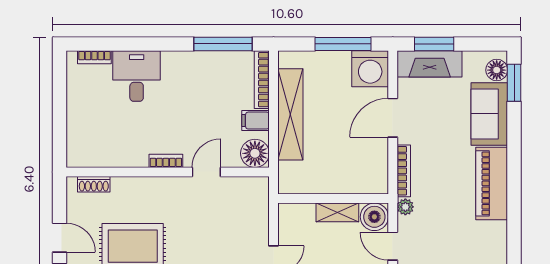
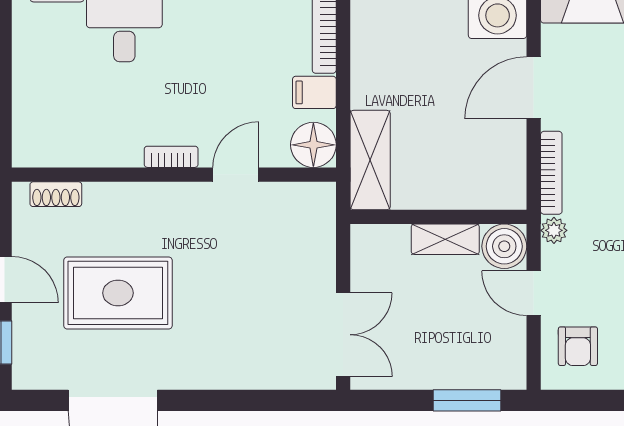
shelving: (290, 114) -> (370, 160), moved, width x0.68

